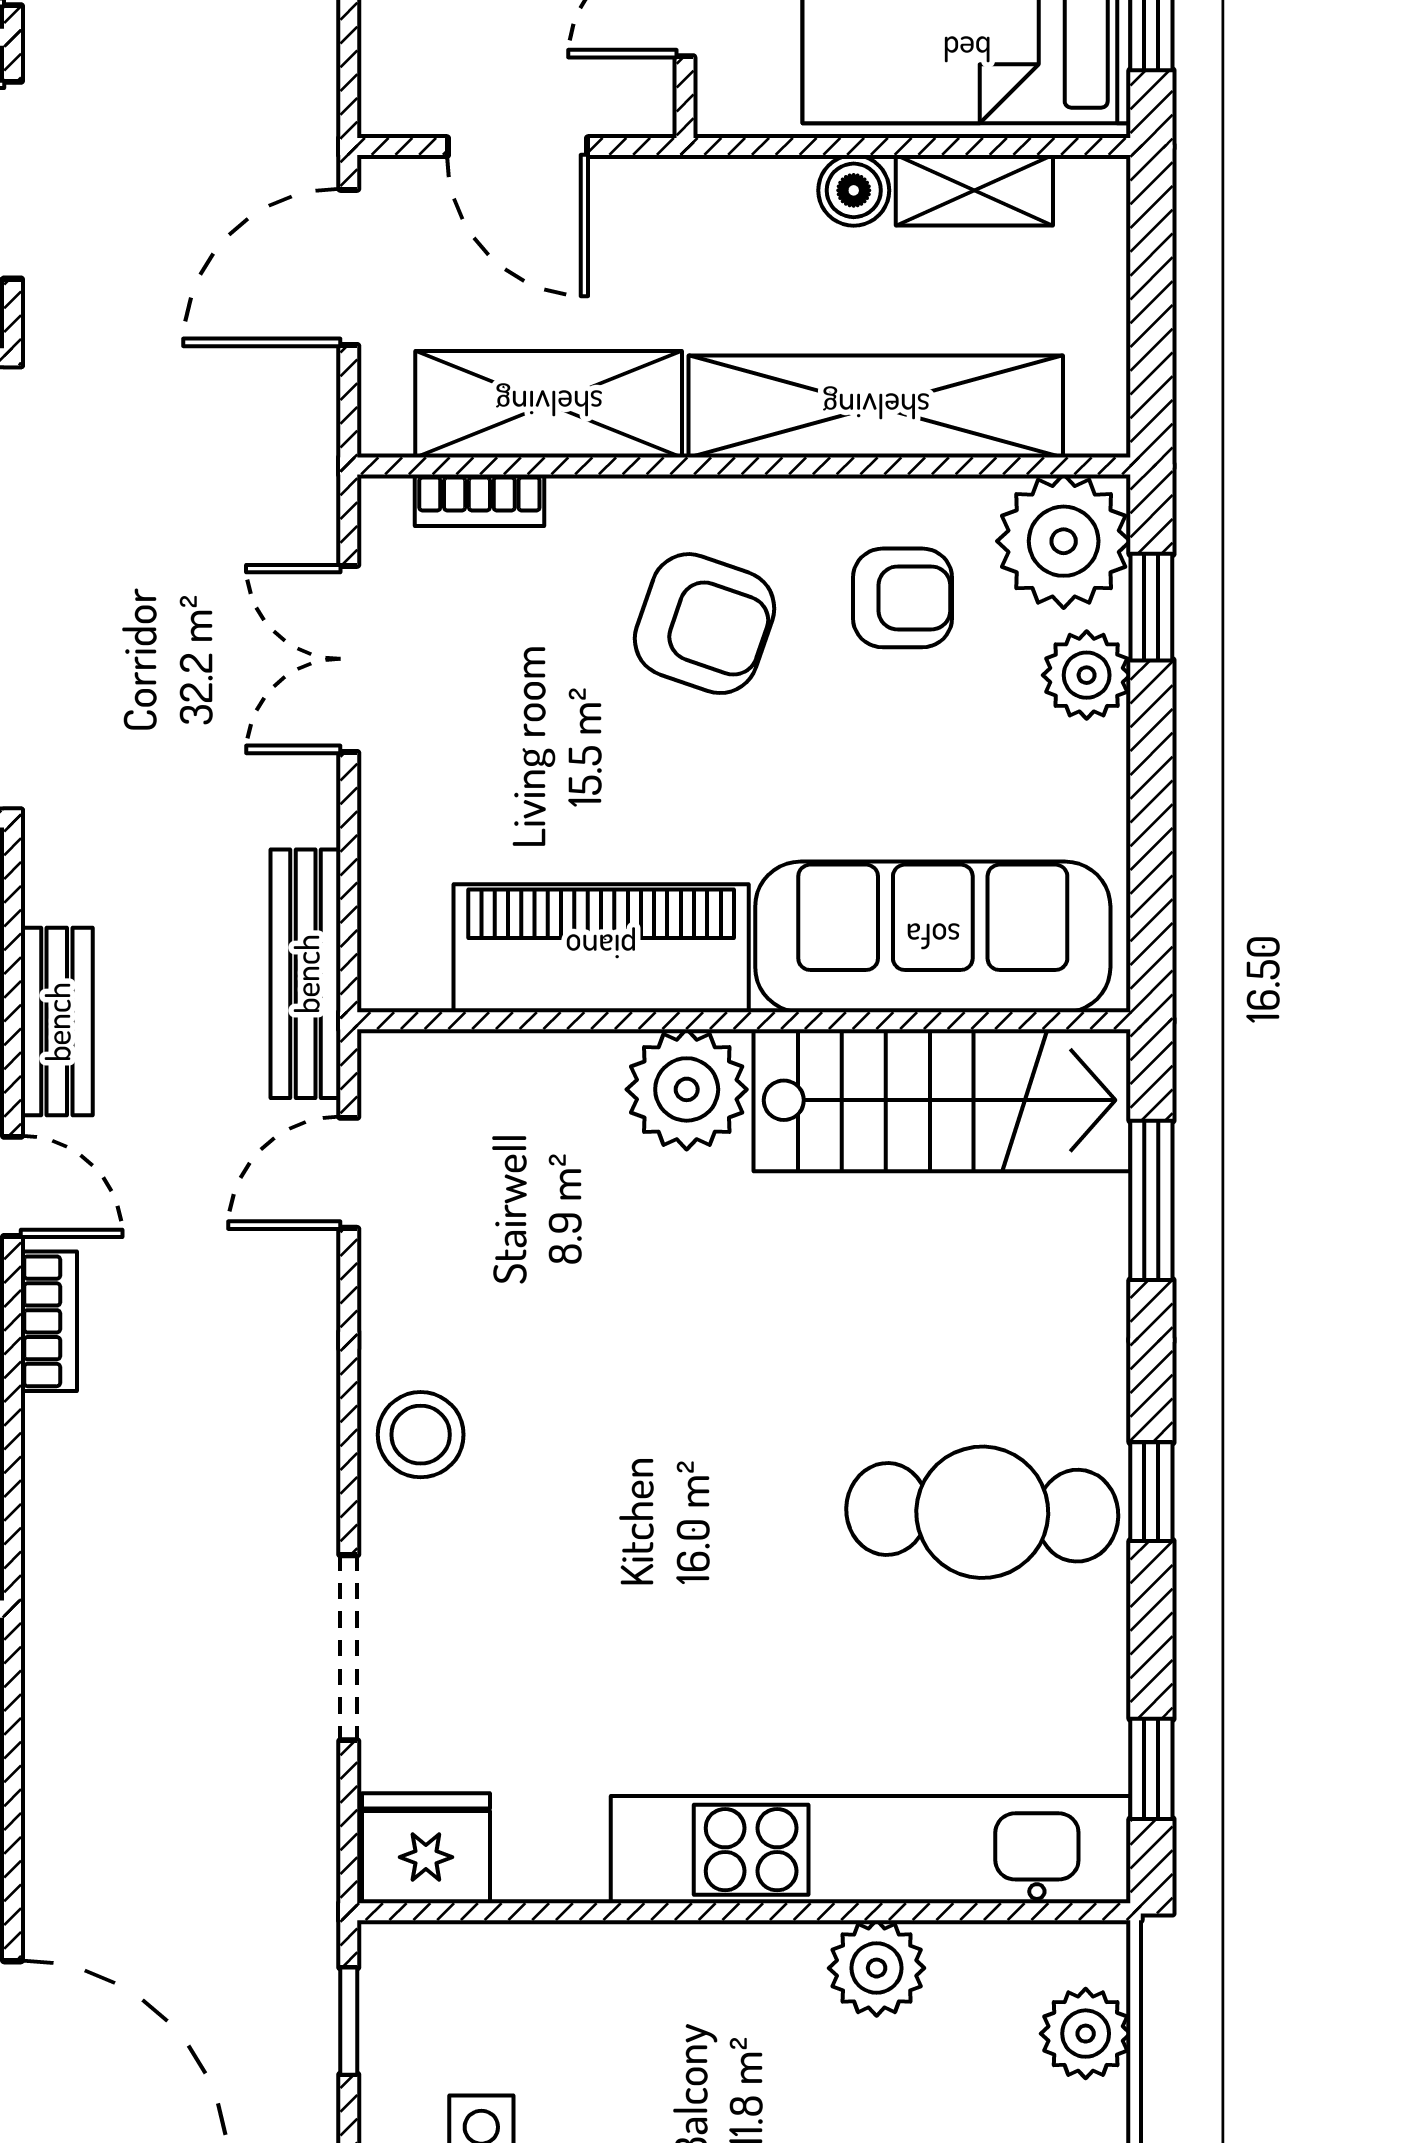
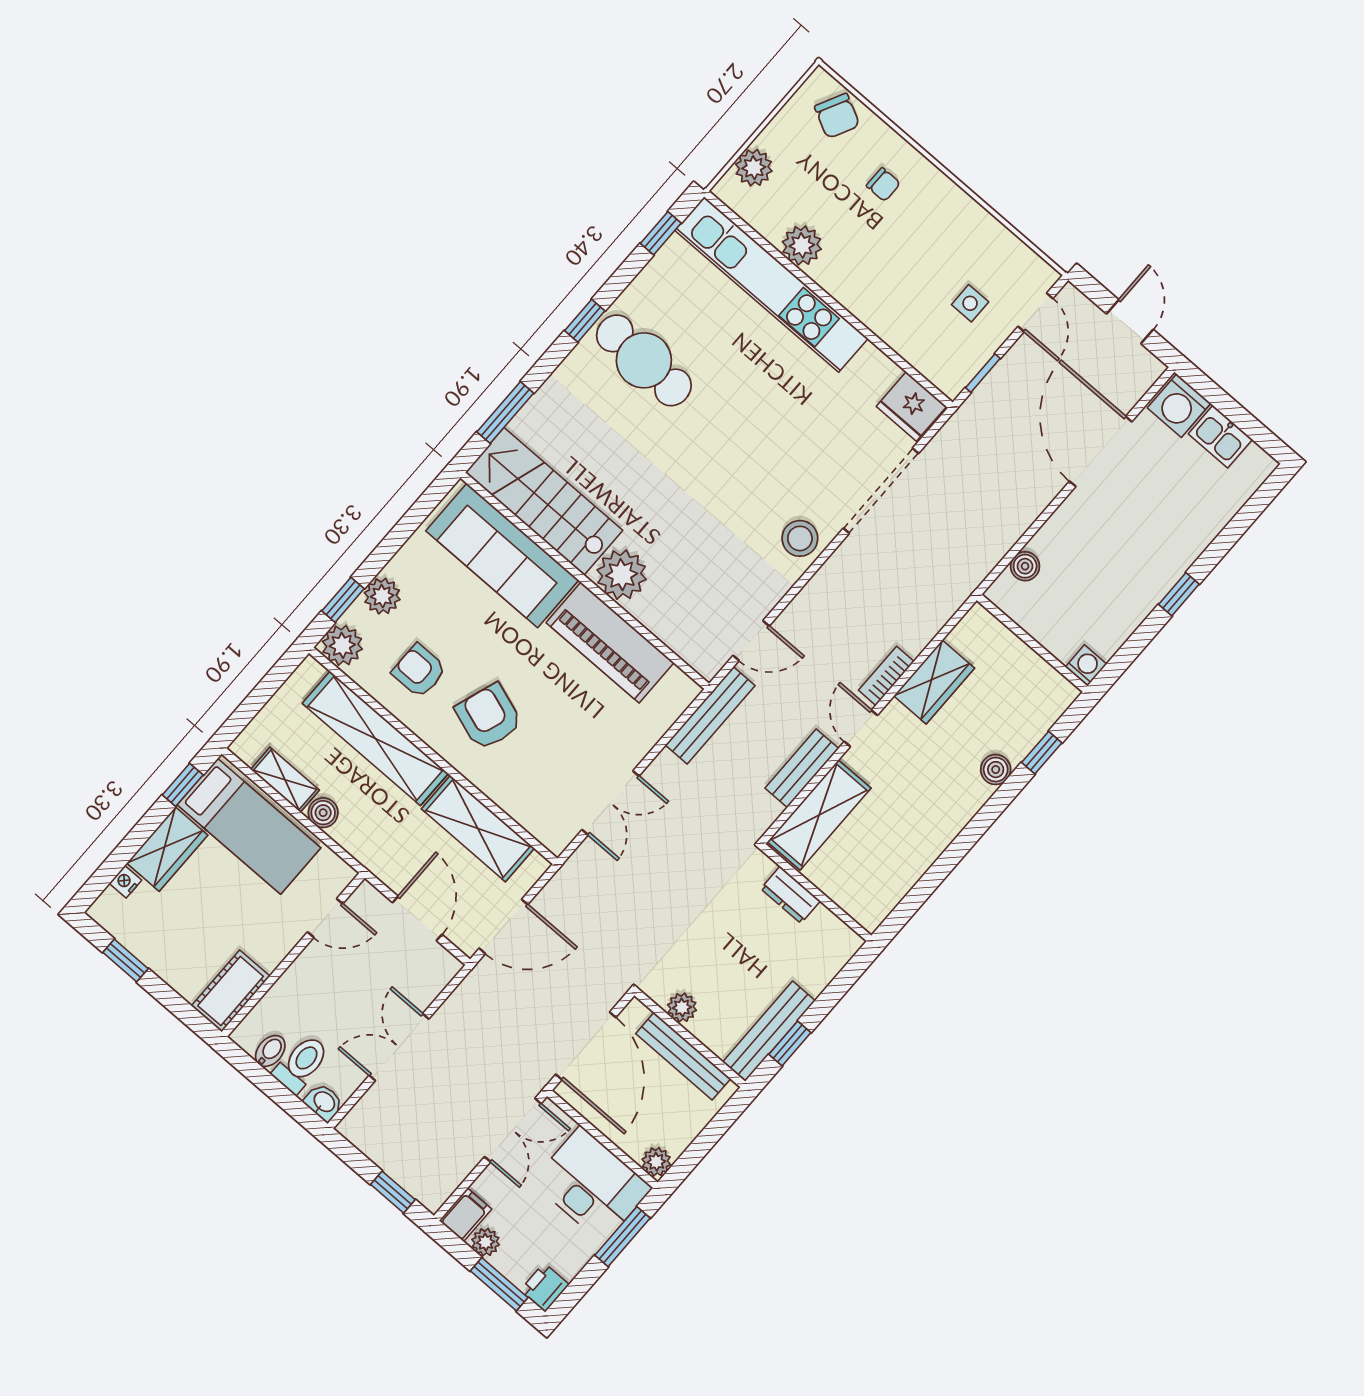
bookcase: (479, 500) -> (526, 817), removed
plant: (1064, 541) -> (342, 645), width x0.73, depth x0.73
doorway: (349, 1648) -> (881, 491), width x1.36

